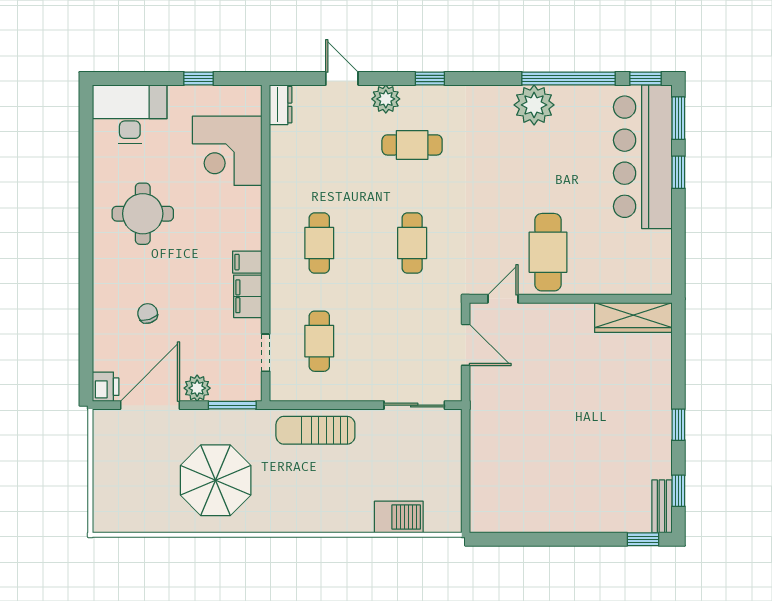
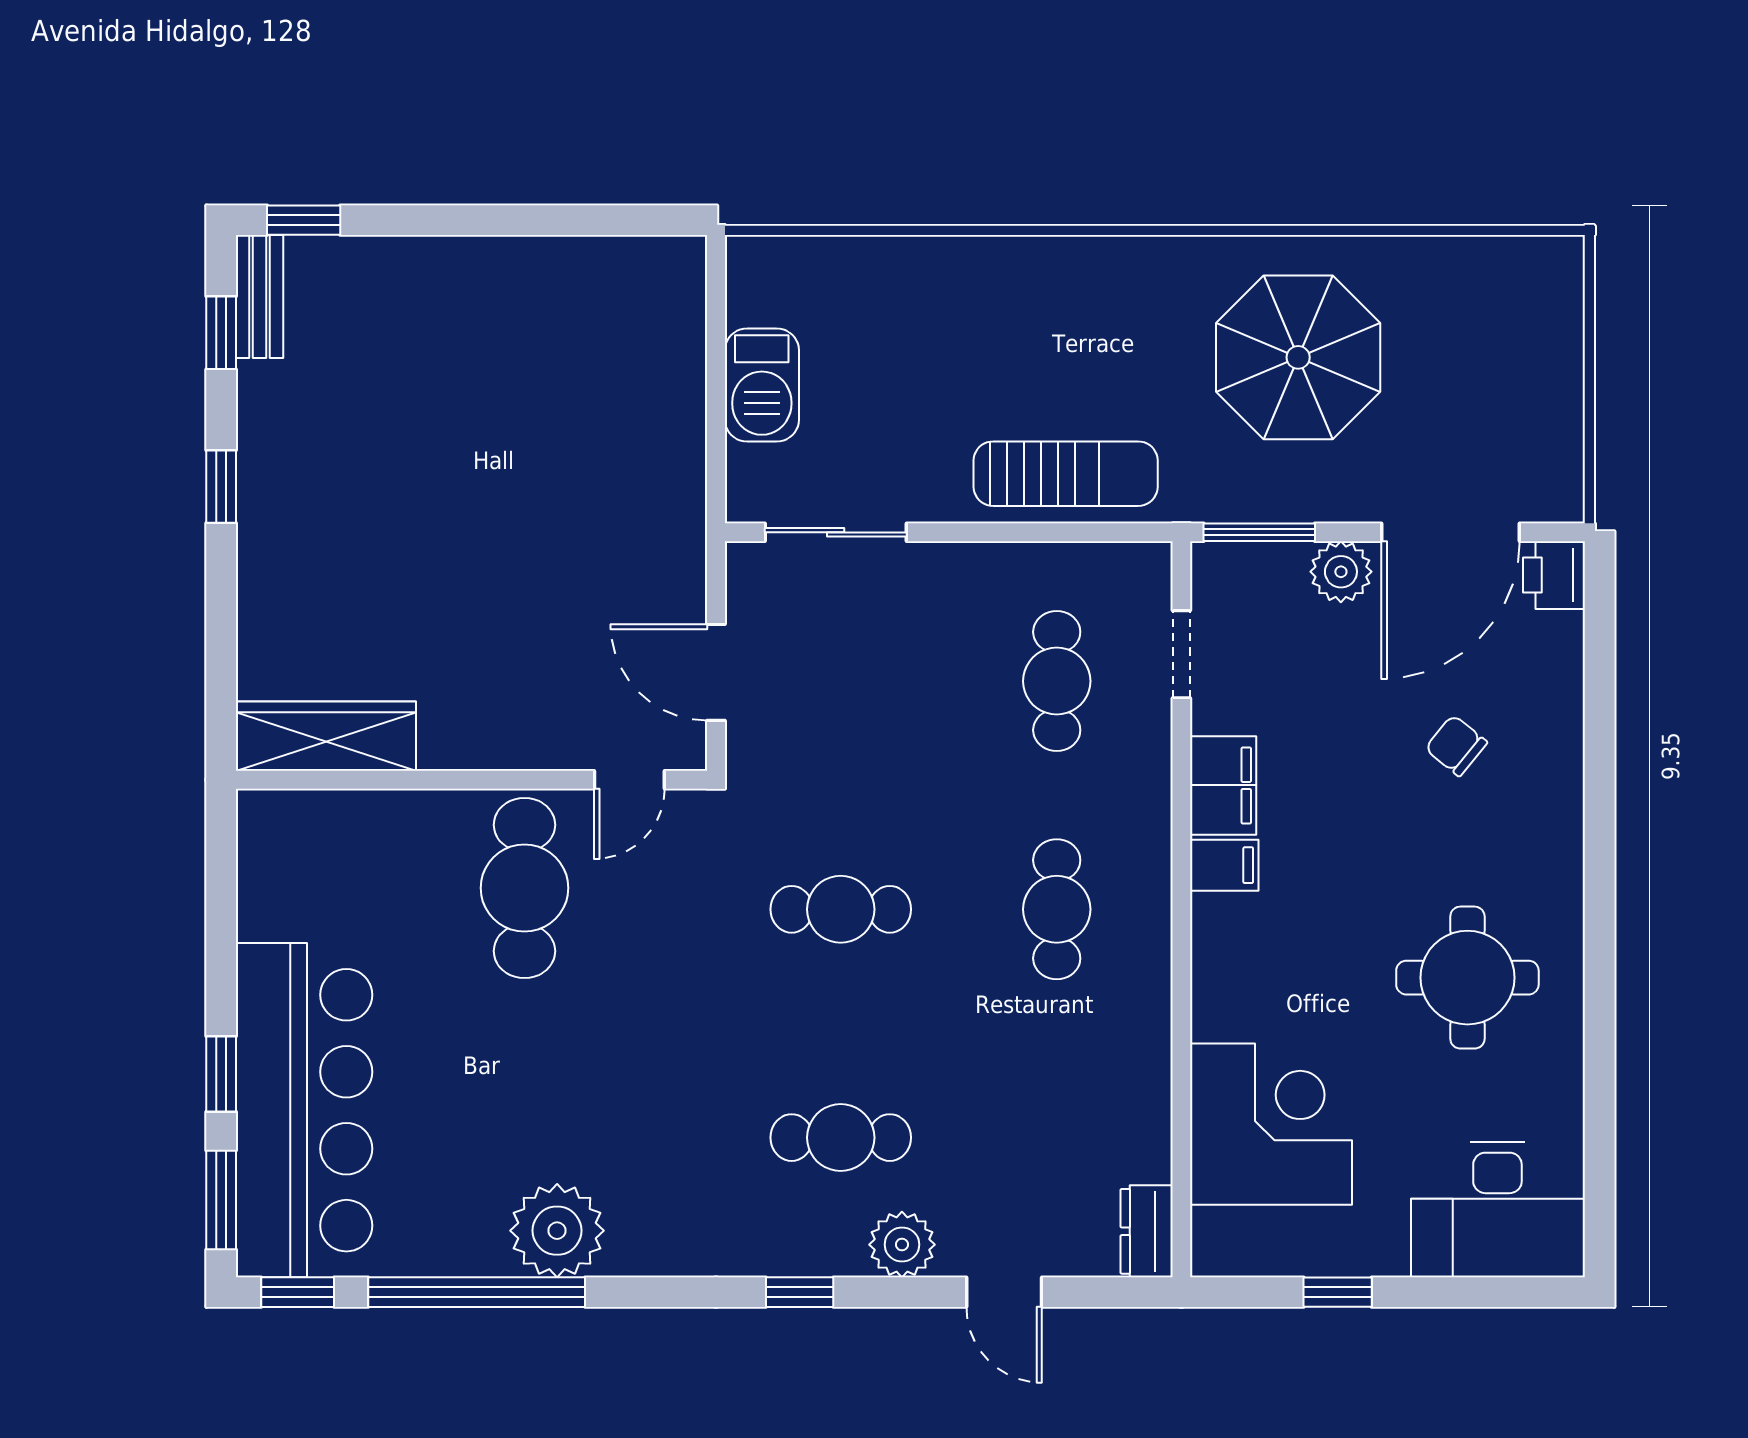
cafe table: (412, 243) -> (841, 909), turned 90
chair: (148, 313) -> (1456, 746), turned 147
barbecue: (399, 517) -> (762, 385), moved, turned -90

